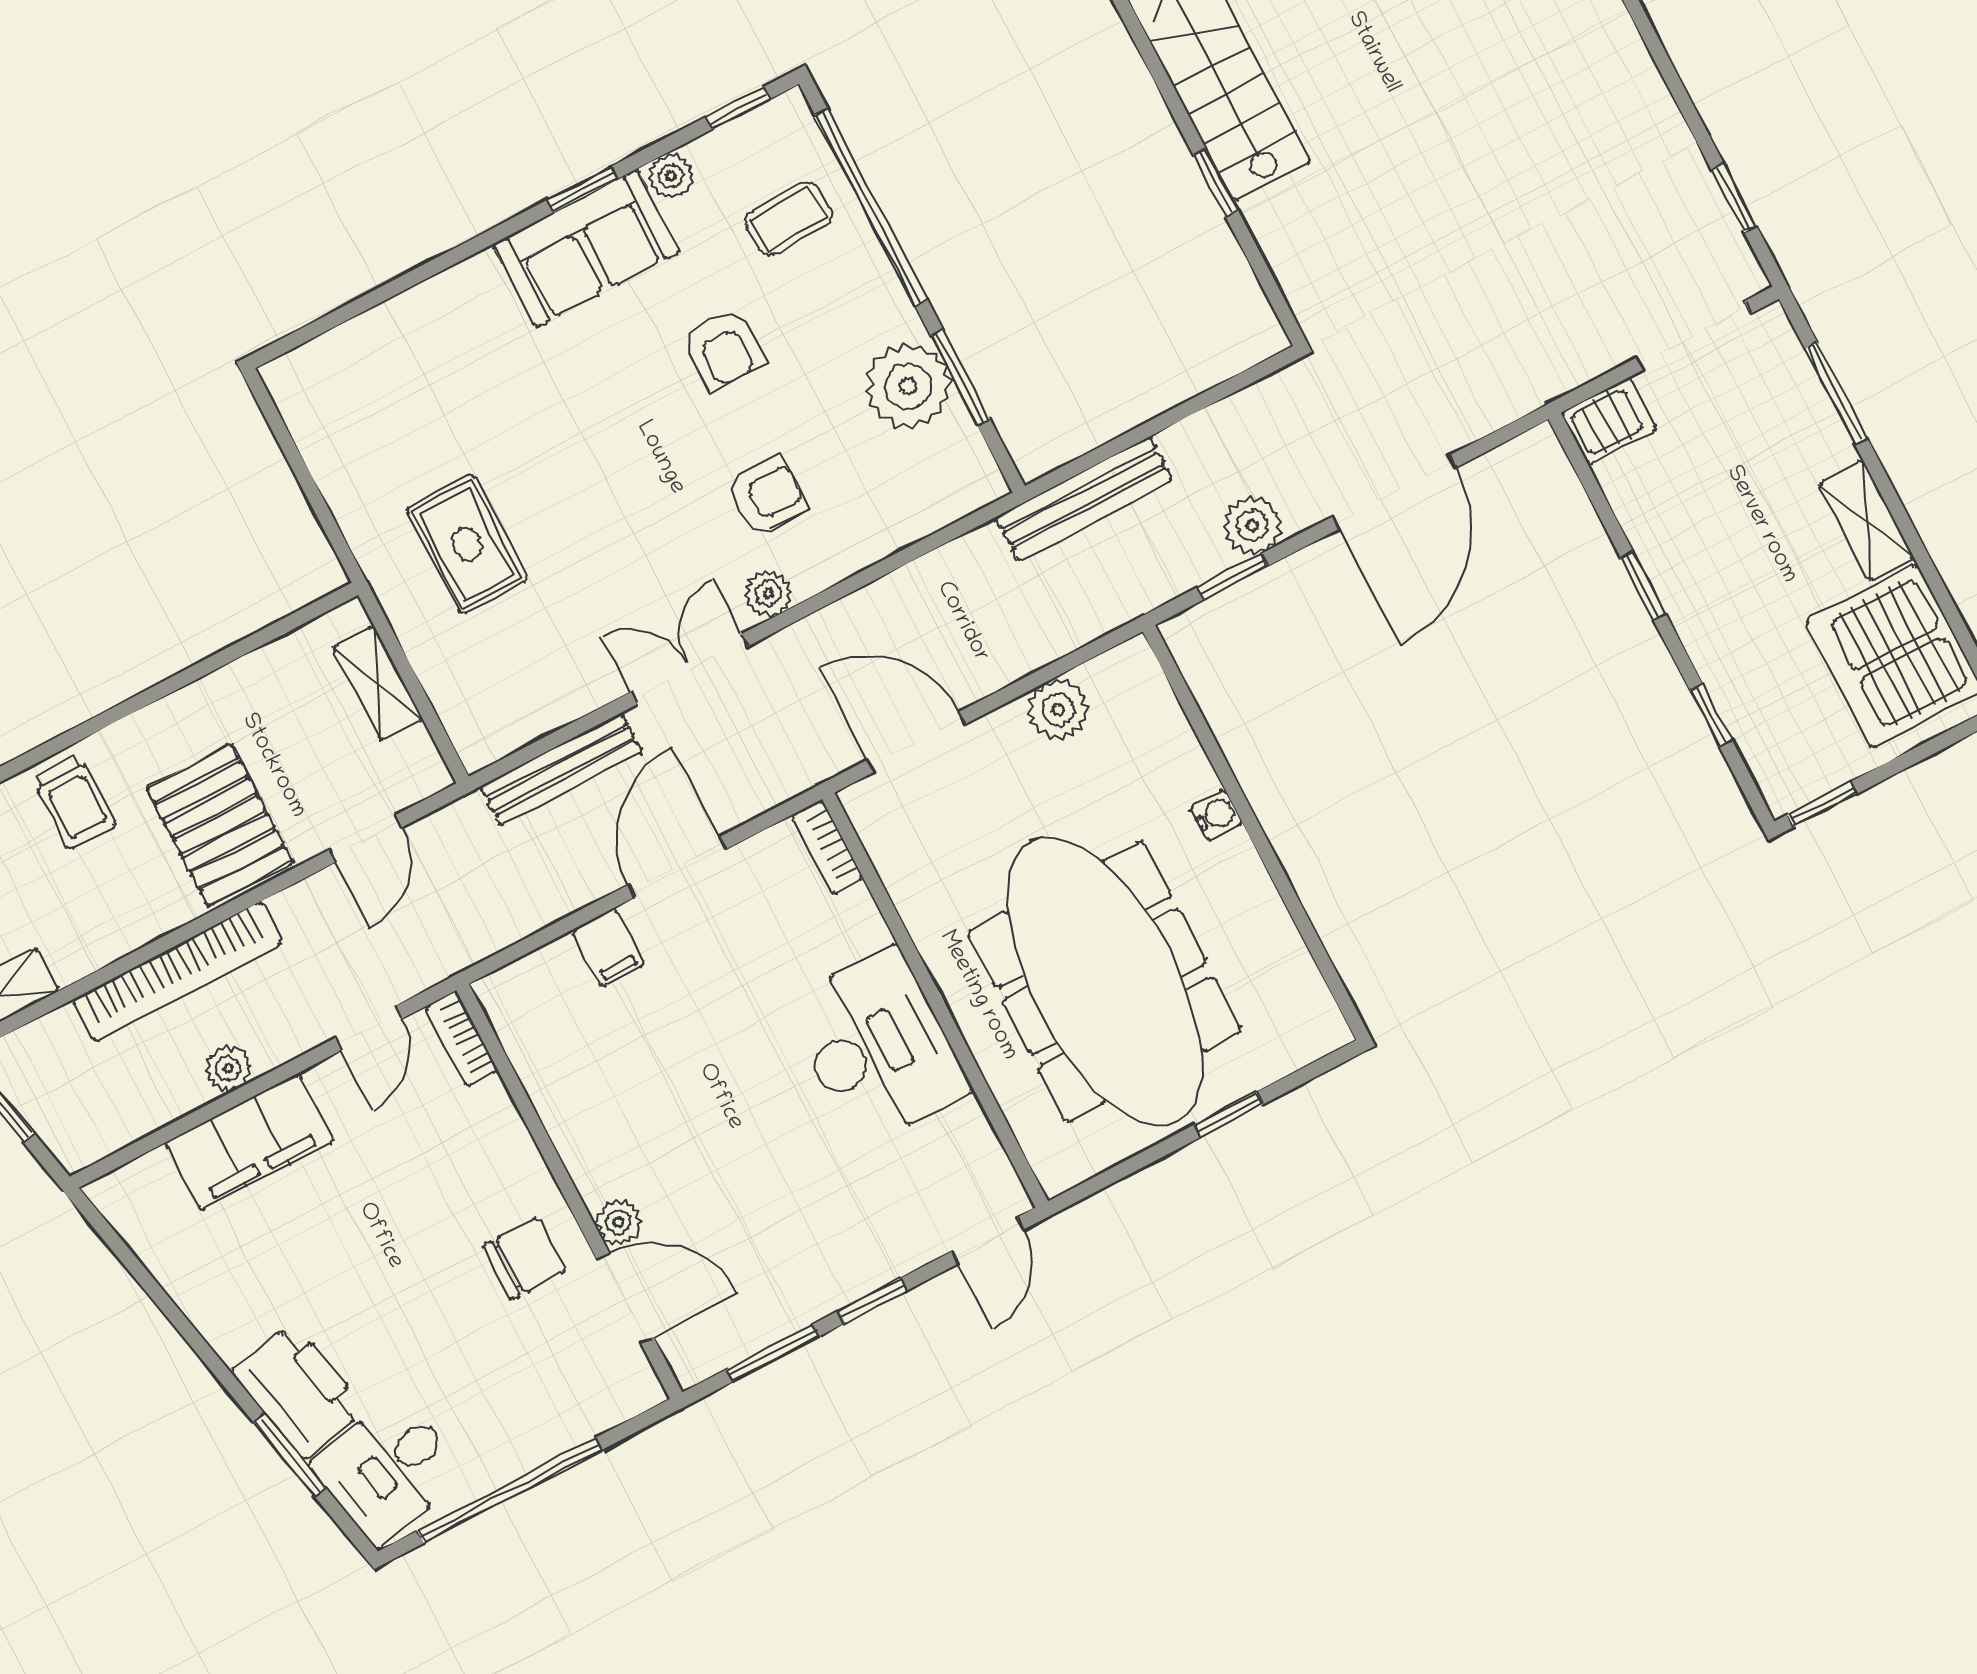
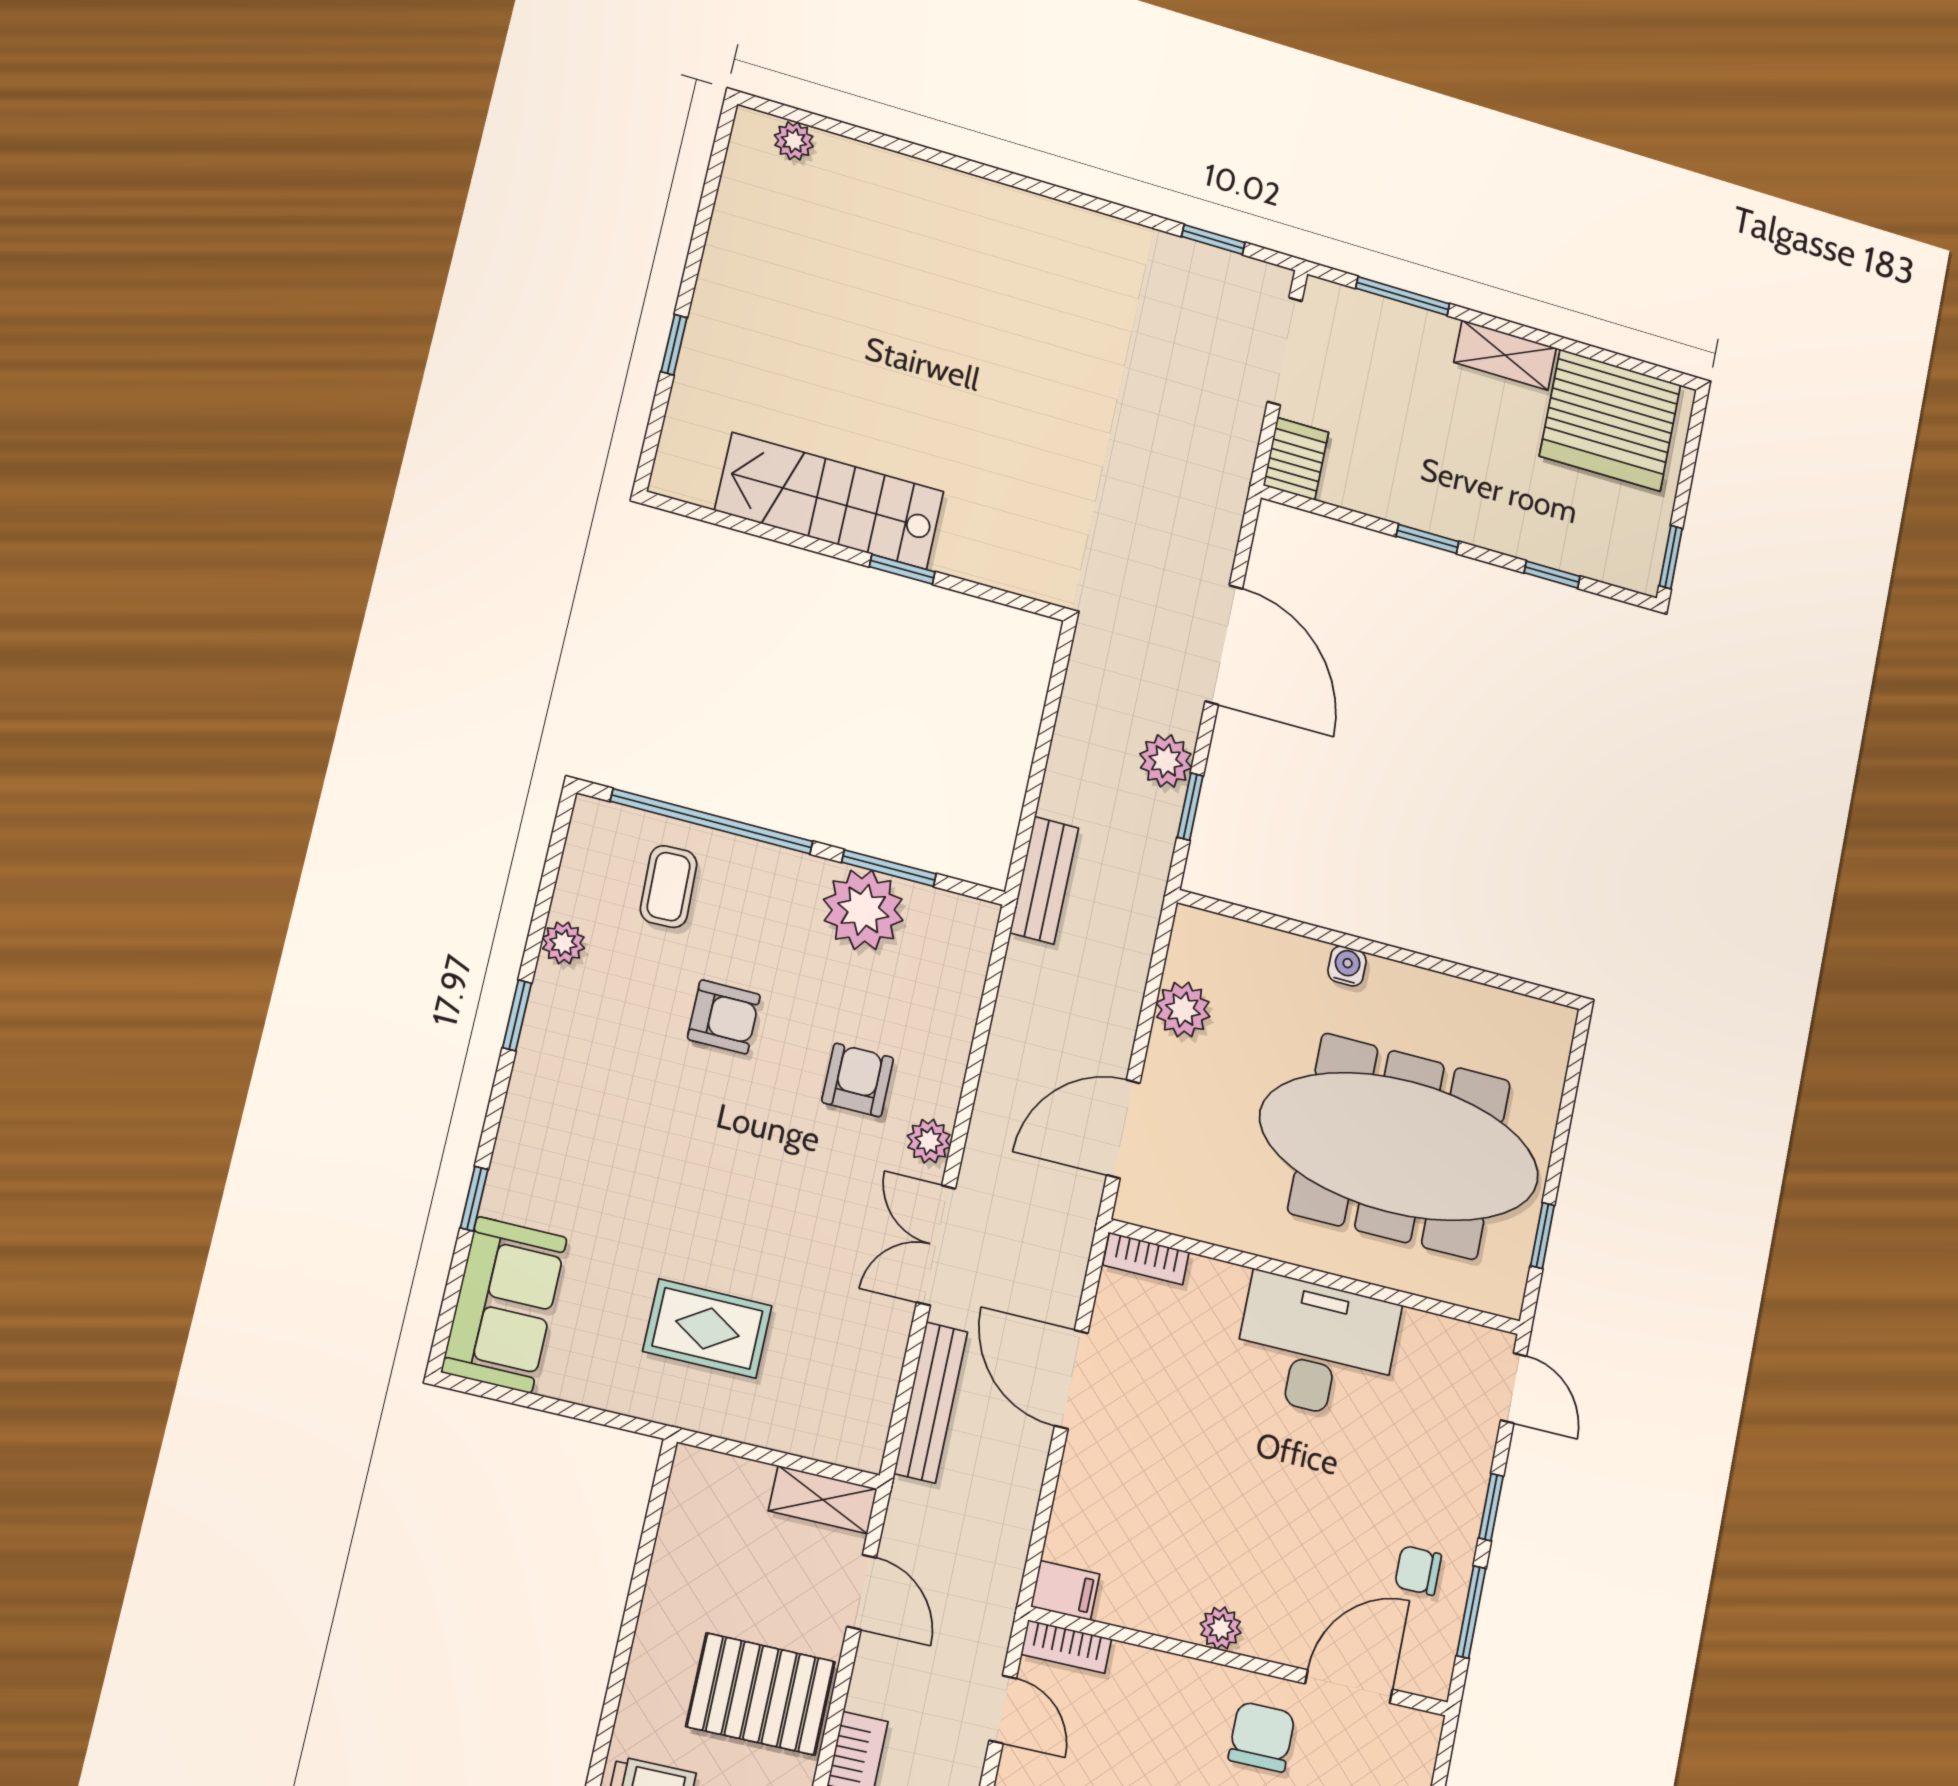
window: (738, 108) -> (474, 1199), moved
sofa: (586, 248) -> (504, 1305), moved
bench: (1084, 498) -> (1044, 880), width x0.73
shelving: (378, 683) -> (823, 1500), moved
filing cabinet: (608, 947) -> (1065, 1590), moved
window: (1228, 1115) -> (1542, 1236), moved
plant: (619, 1222) -> (1221, 1628), moved
chair: (768, 1280) -> (1418, 1570), added

